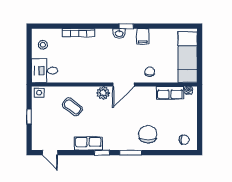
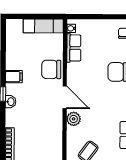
exam couch: (188, 57) -> (43, 26), width x0.73, depth x0.69
chair: (150, 72) -> (51, 69), width x1.87, depth x1.87

